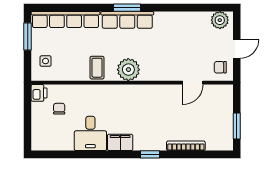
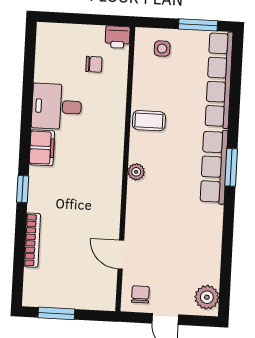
plant: (128, 70) -> (136, 172), width x0.53, depth x0.53

